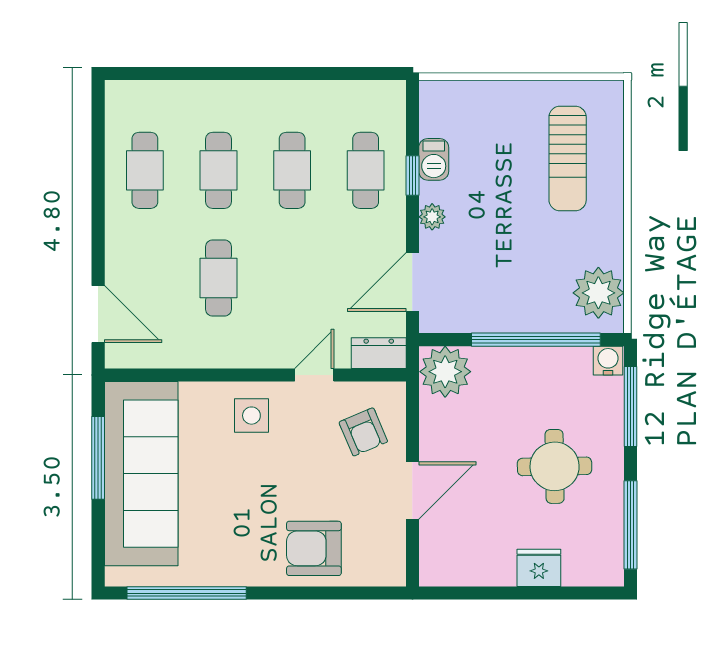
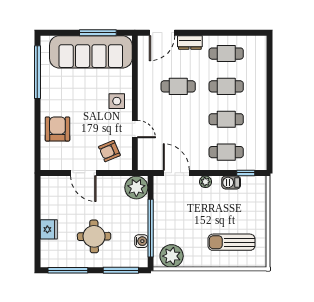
window: (412, 176) -> (246, 173), moved
dresser: (379, 353) -> (190, 42), moved, turned 90
water cooler: (608, 361) -> (141, 241), moved

